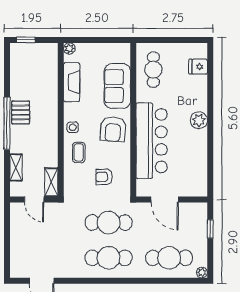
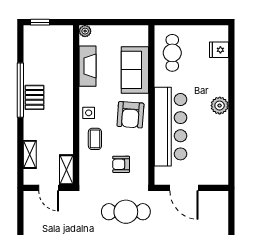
window: (7, 123) -> (20, 90), moved
window: (210, 229) -> (231, 218), removed

